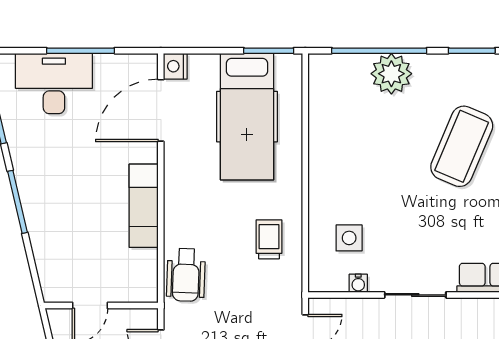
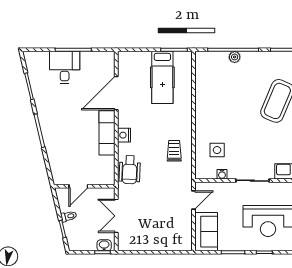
nightstand: (175, 66) -> (124, 135), moved
plant: (391, 74) -> (235, 57), width x0.53, depth x0.53
desk: (54, 84) -> (65, 67), width x0.73
door: (161, 110) -> (116, 93), moved
hospital bed: (247, 117) -> (162, 77), width x0.73, depth x0.78

